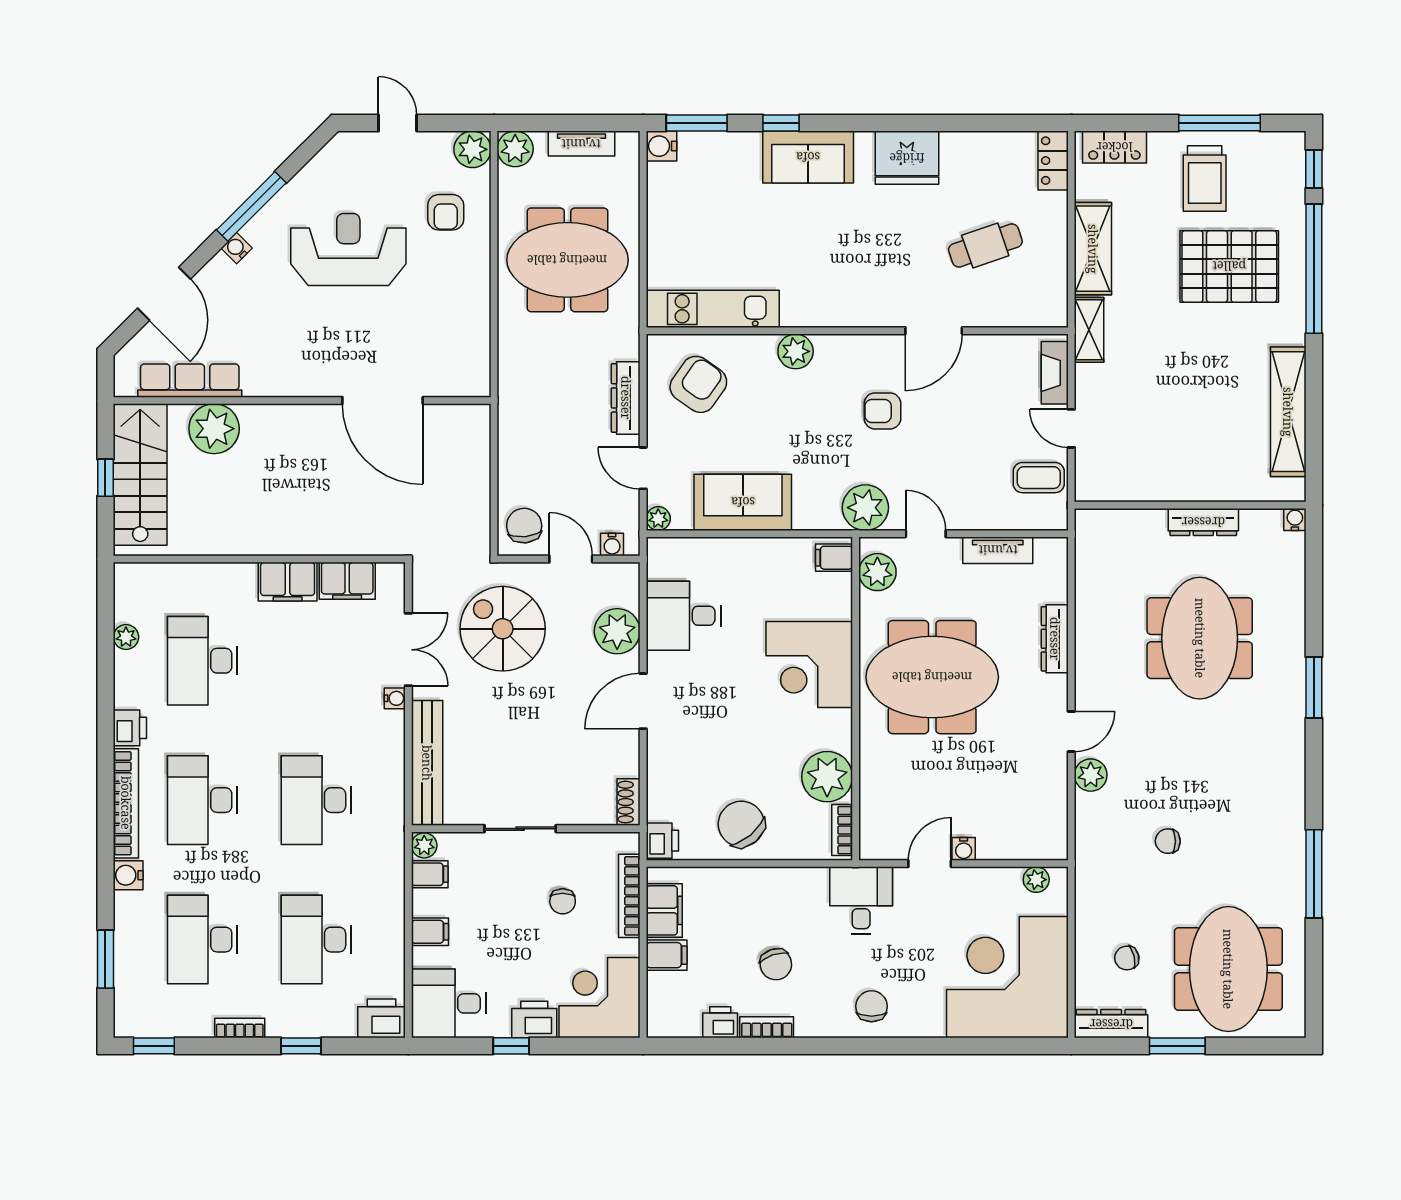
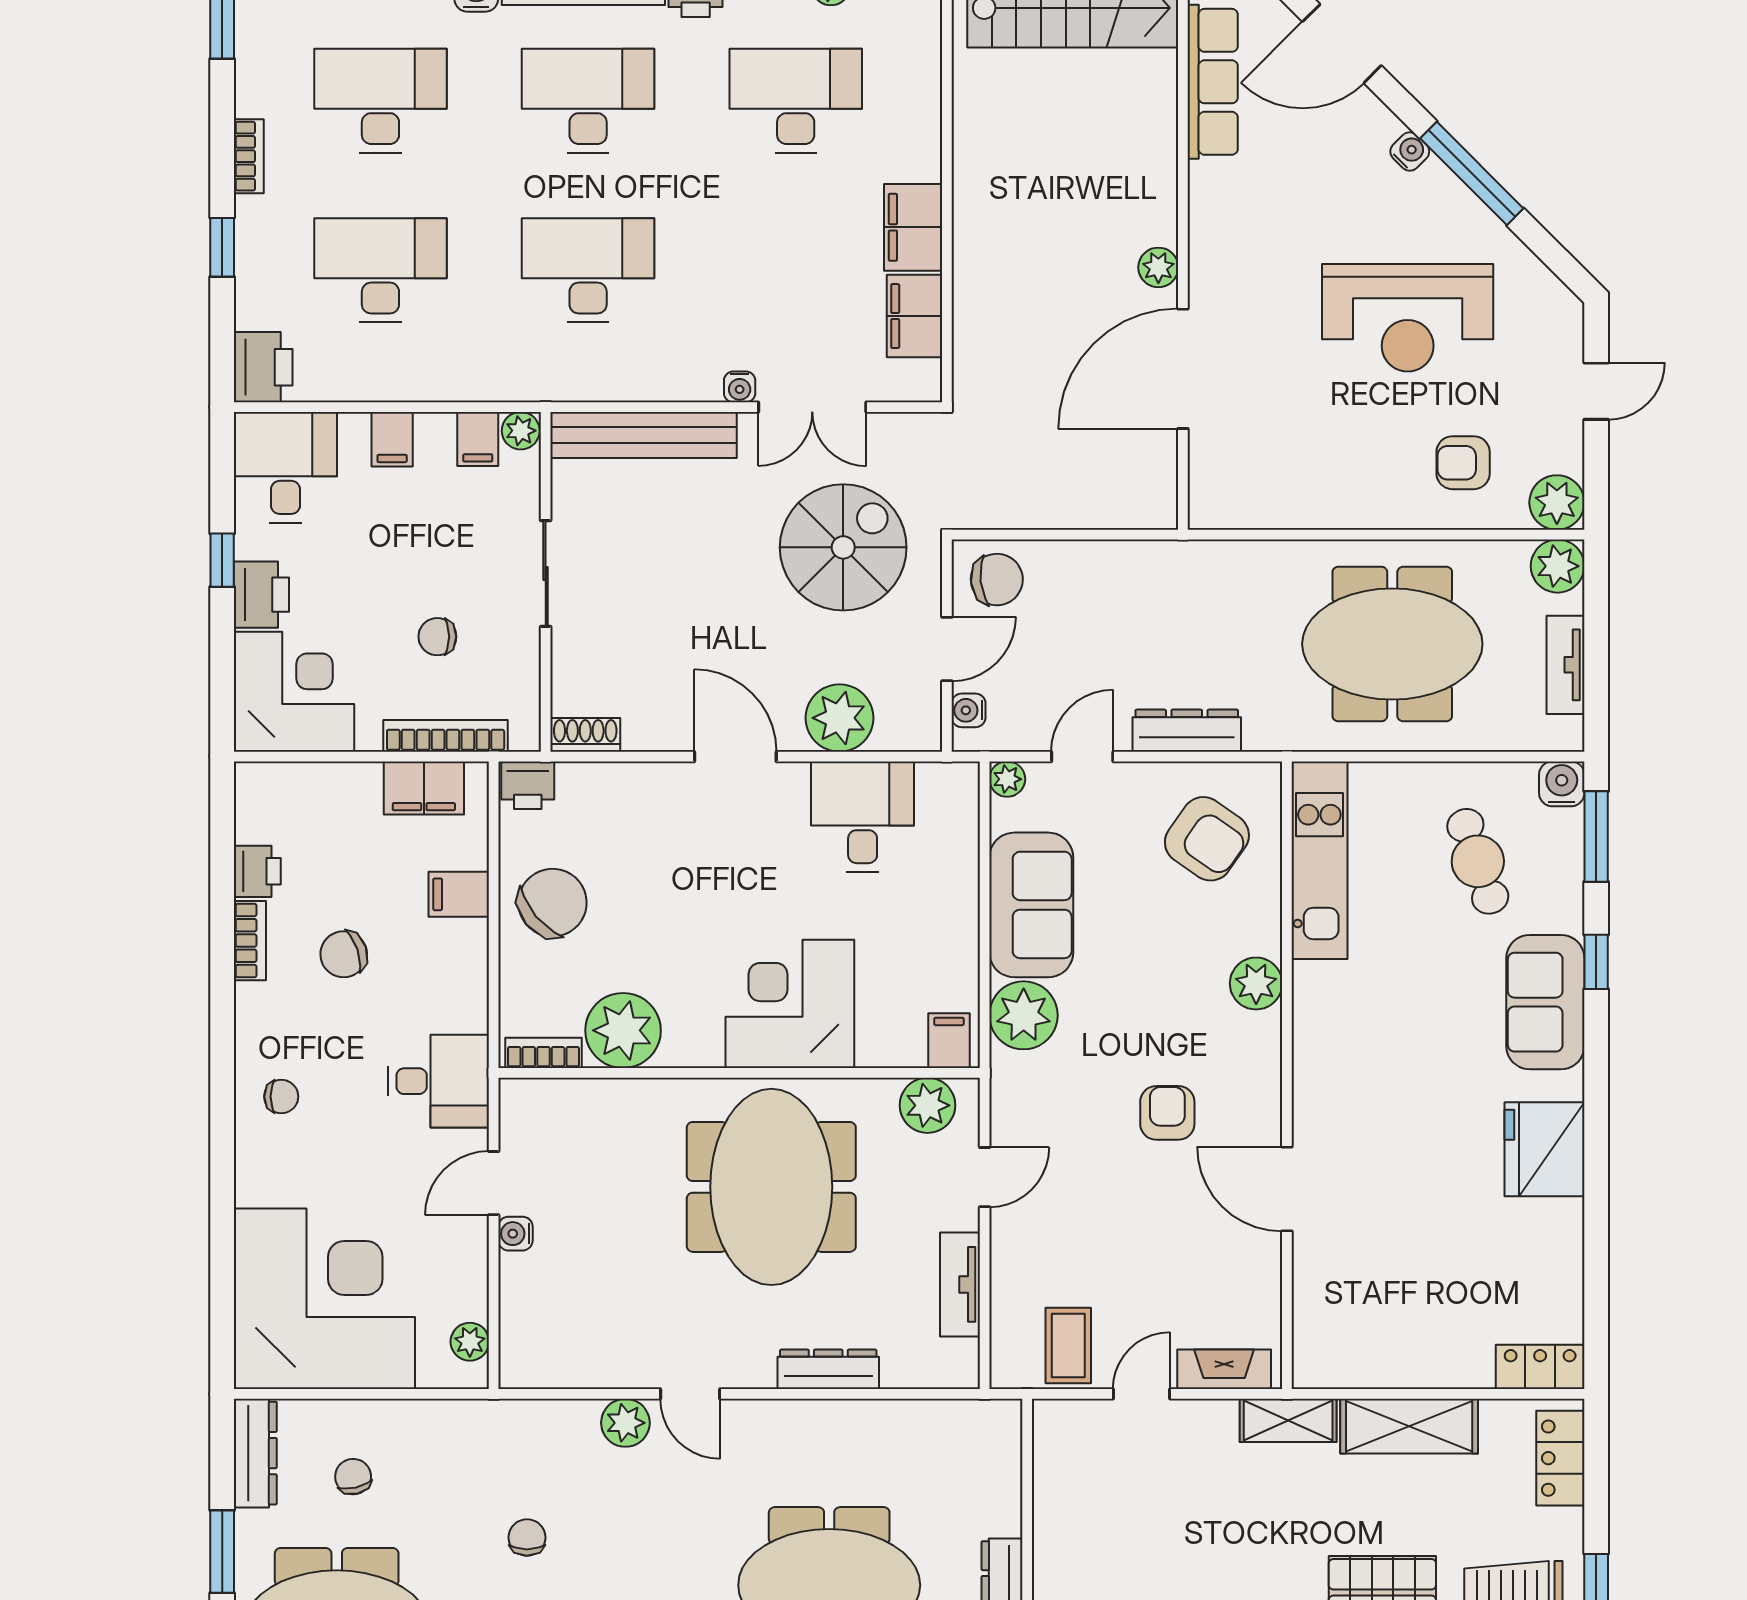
cafe table: (985, 245) -> (1478, 861), moved
reception desk: (348, 250) -> (1408, 318), turned 90
meeting table: (567, 260) -> (1392, 644), turned 90
plant: (214, 429) -> (1158, 267), moved, width x0.53, depth x0.53
plant: (865, 508) -> (1024, 1015), moved
door: (930, 864) -> (494, 1183), swing flipped
filing cabinet: (667, 955) -> (459, 894), moved, turned 90
chair: (872, 1006) -> (281, 1097), width x0.73, depth x0.73

